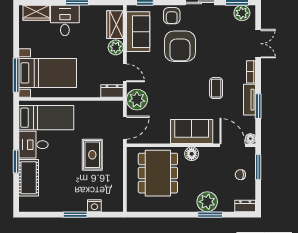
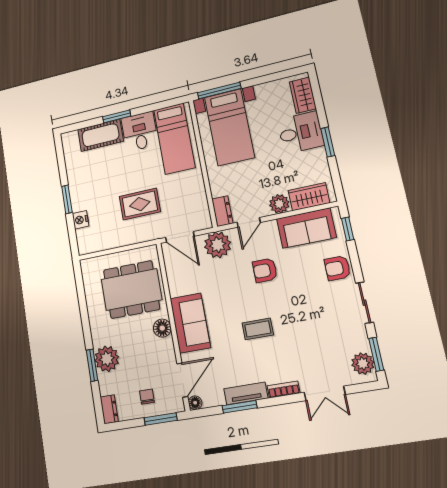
armchair: (180, 46) -> (265, 270), moved, width x0.53, depth x0.53
coffee table: (216, 88) -> (258, 329), moved

